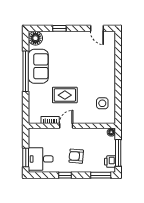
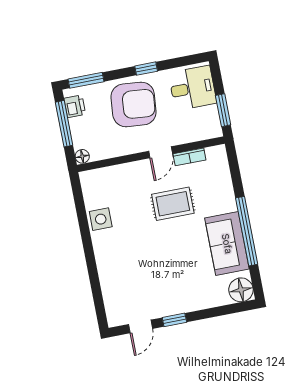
window: (59, 28) -> (174, 320), moved
door: (97, 28) -> (141, 326), swing flipped
side table: (102, 103) -> (101, 219), moved
armchair: (76, 156) -> (134, 104), width x1.88, depth x1.88
window: (26, 158) -> (223, 110), moved

